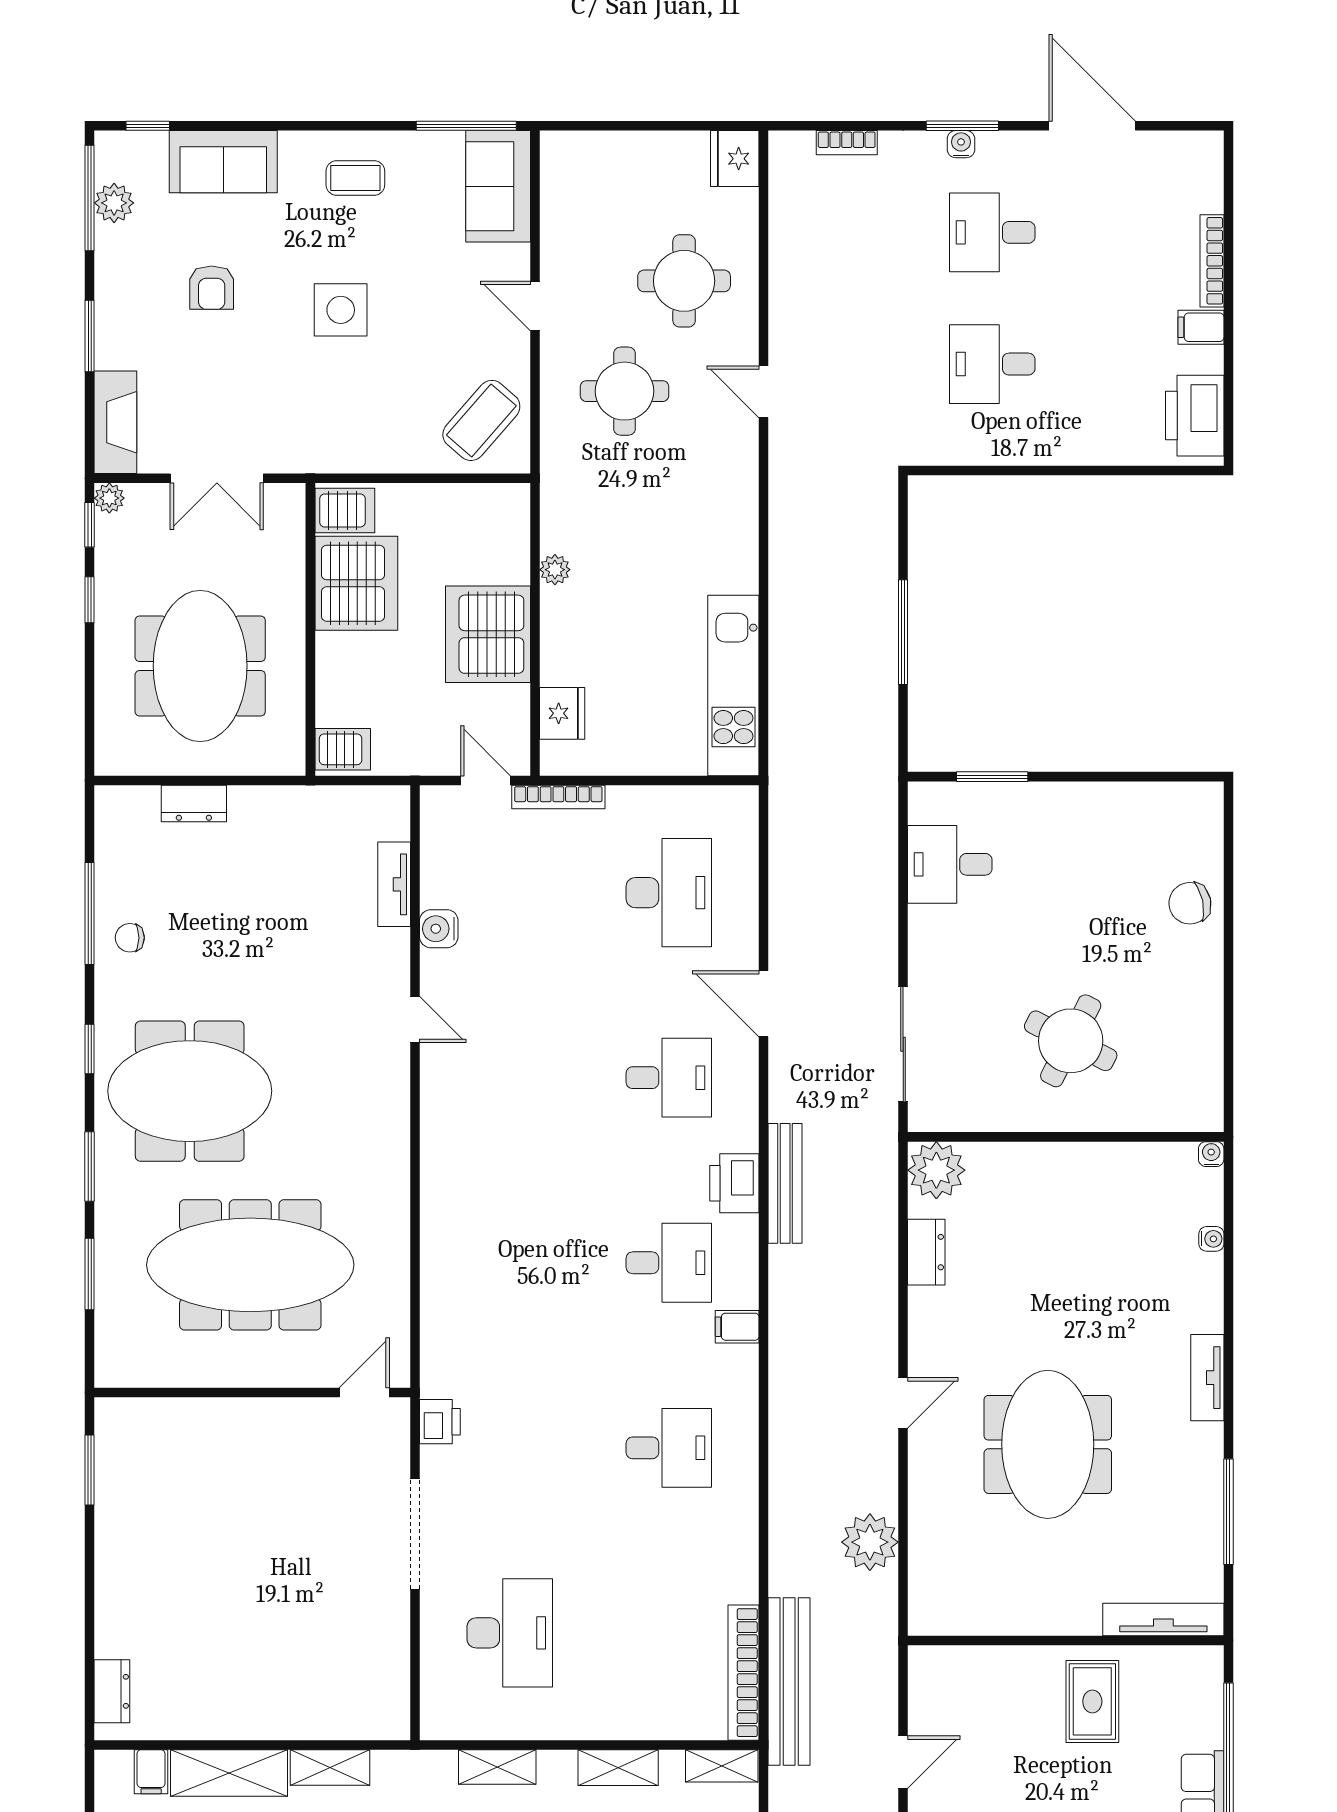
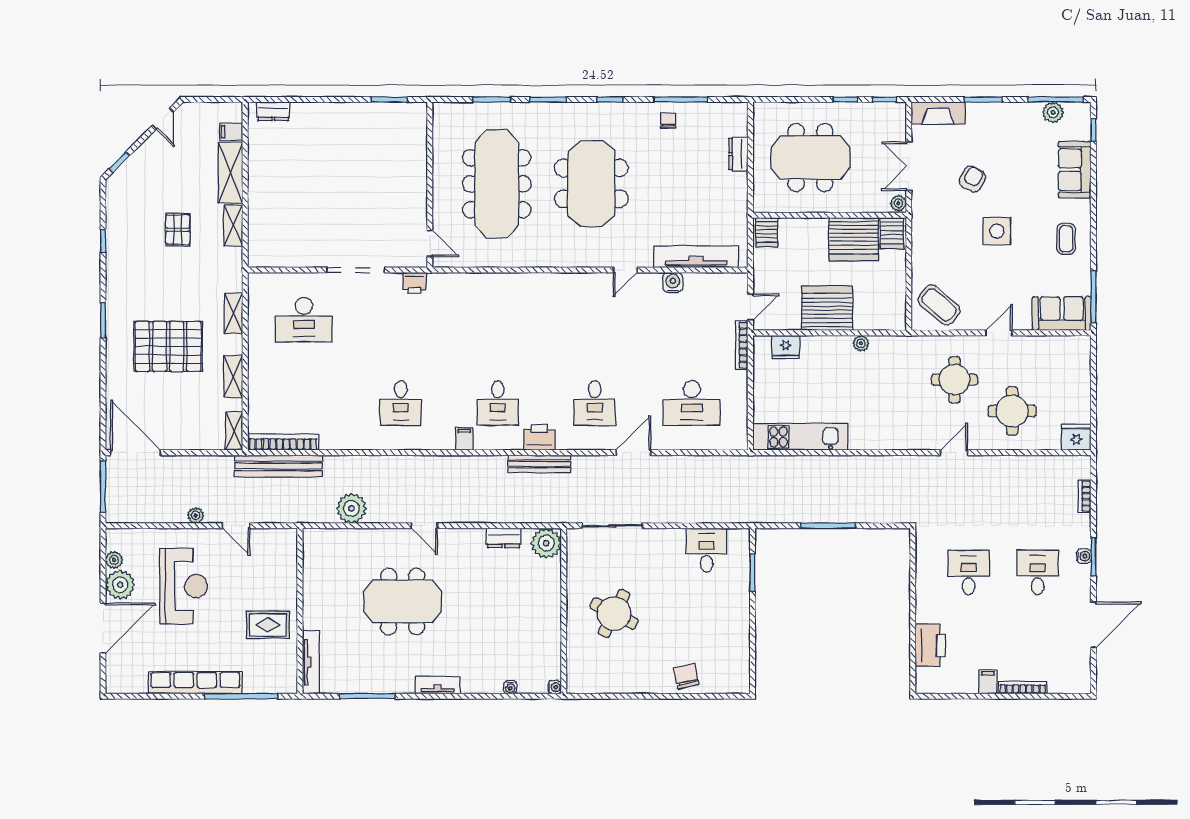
armchair: (212, 288) -> (972, 179), moved, turned 119
printer: (1195, 416) -> (930, 645), moved, turned 90
plant: (109, 498) -> (898, 203), moved
tv unit: (394, 884) -> (696, 257), width x1.92, depth x1.29
meeting table: (190, 1091) -> (591, 183), moved

